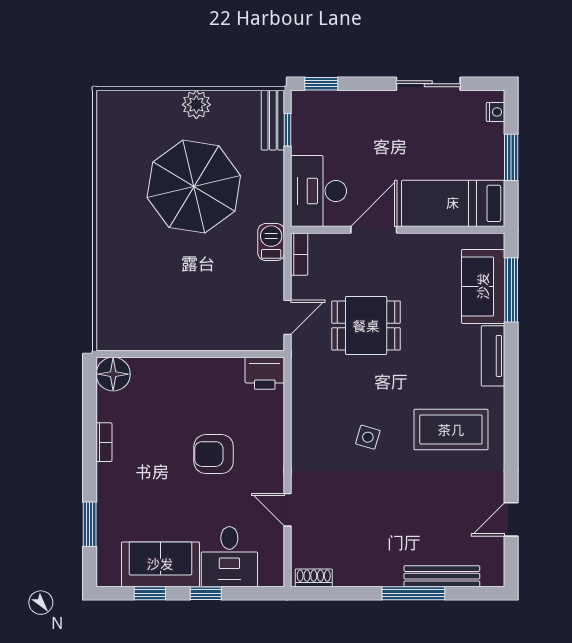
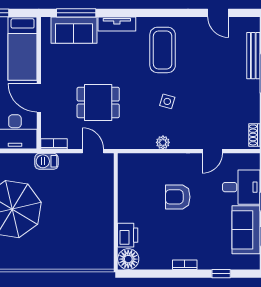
dining table: (366, 326) -> (98, 103), turned 90
printer: (265, 373) -> (128, 235), moved
plant: (302, 430) -> (163, 142), added
bookcase: (104, 442) -> (185, 265), moved
armchair: (214, 454) -> (178, 197), turned 90
window: (90, 524) -> (221, 274), width x0.67

